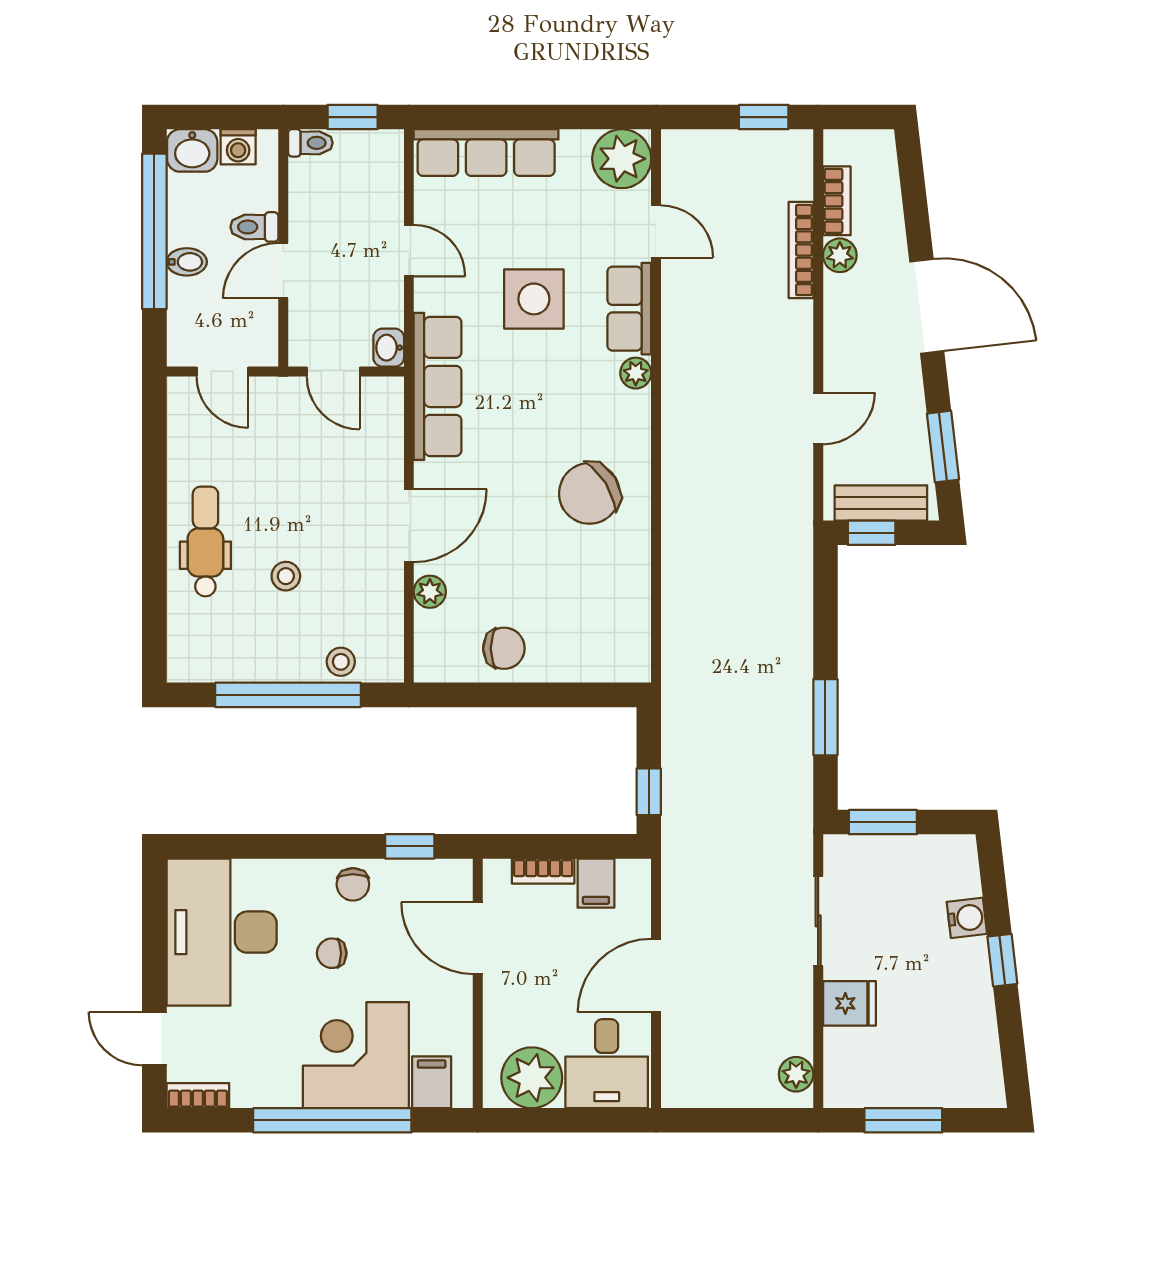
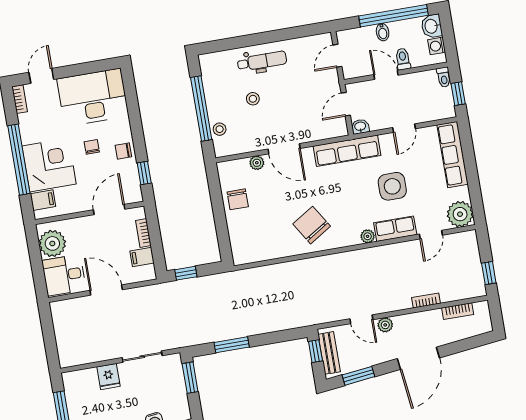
bookcase: (801, 250) -> (426, 300), width x0.64
plant: (840, 255) -> (385, 325), moved
plant: (796, 1074) -> (74, 359), removed

